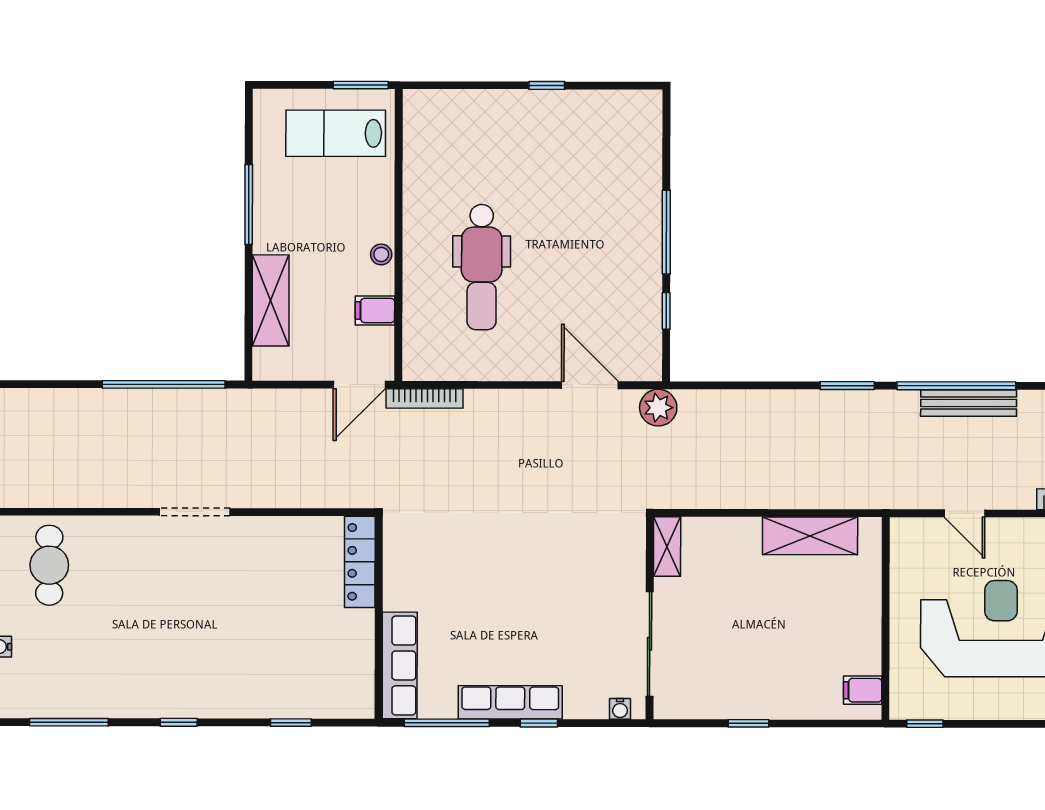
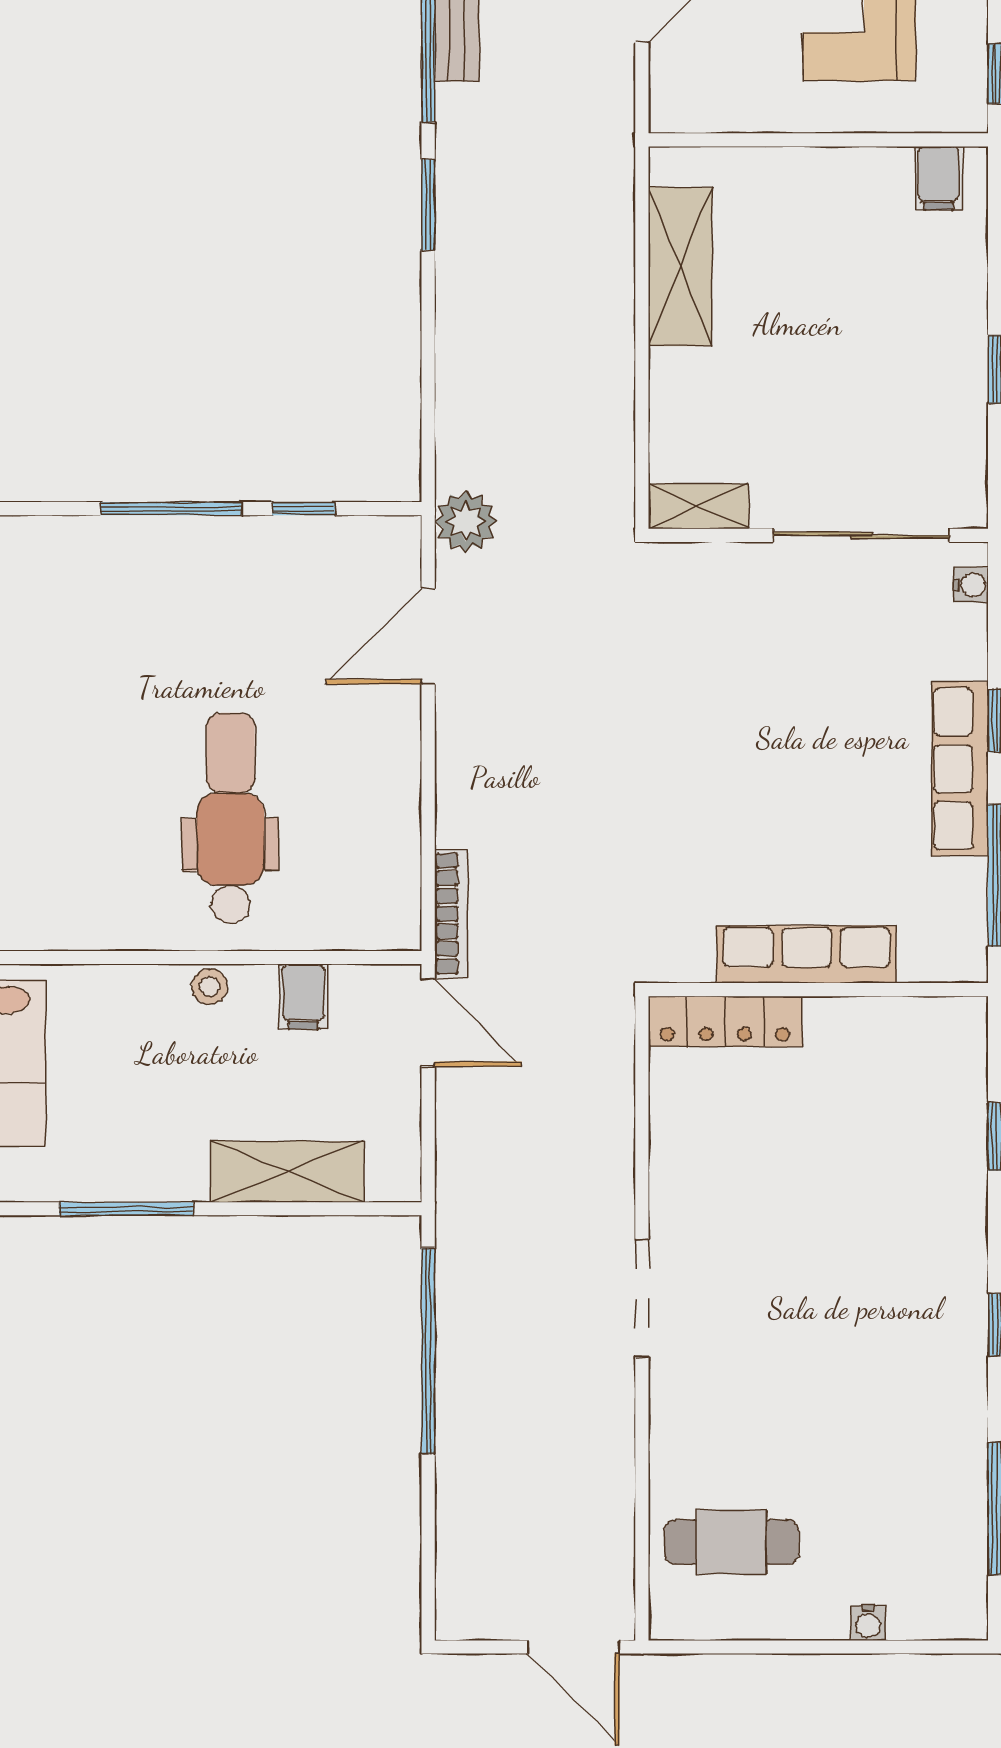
dental chair: (482, 267) -> (230, 818), turned -90
row of seats: (400, 665) -> (807, 954), moved

